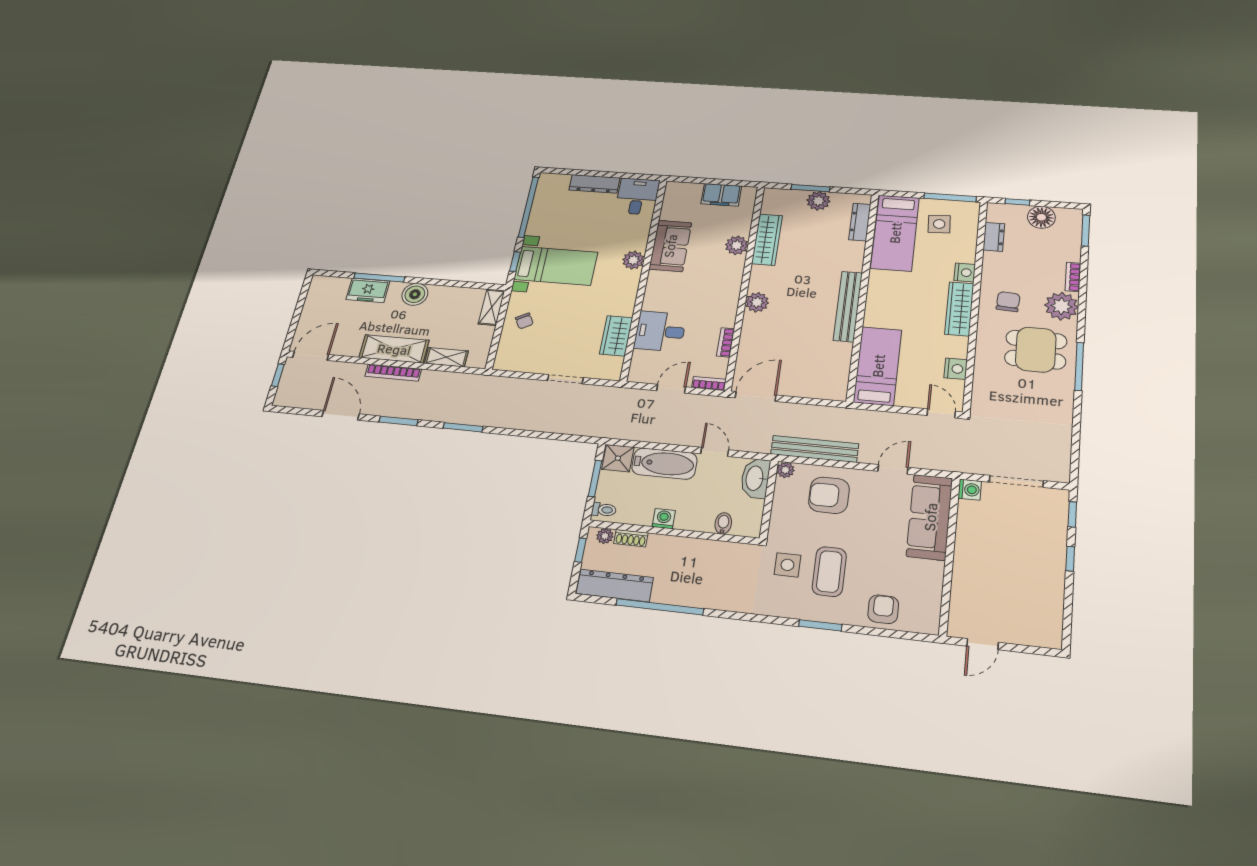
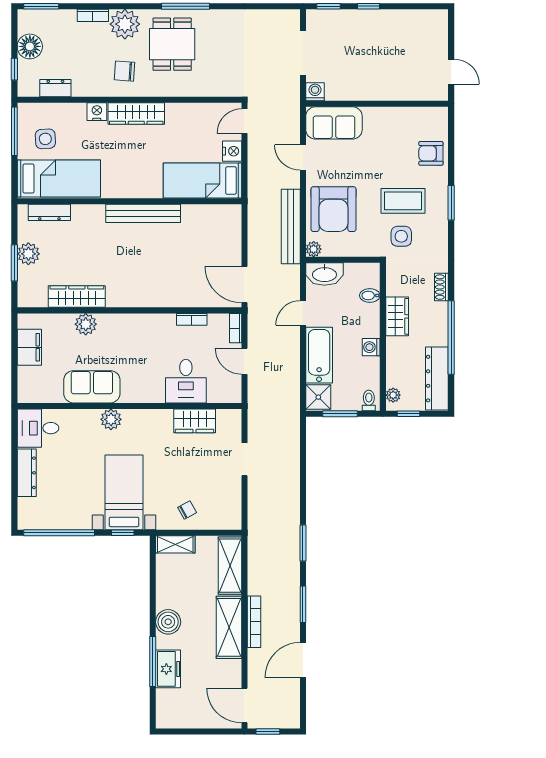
plant: (757, 302) -> (146, 297), removed
shelving: (446, 357) -> (230, 566), width x1.50, depth x1.33
nightstand: (956, 369) -> (232, 151), moved, turned 90
armchair: (829, 495) -> (333, 209), width x1.36, depth x1.36
sofa: (930, 517) -> (334, 123), width x0.73
shoe rack: (631, 538) -> (441, 287), moved, turned 180
wardrobe: (694, 550) -> (397, 316), added

